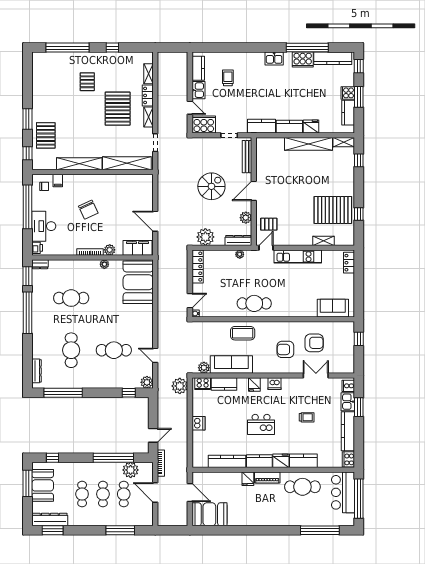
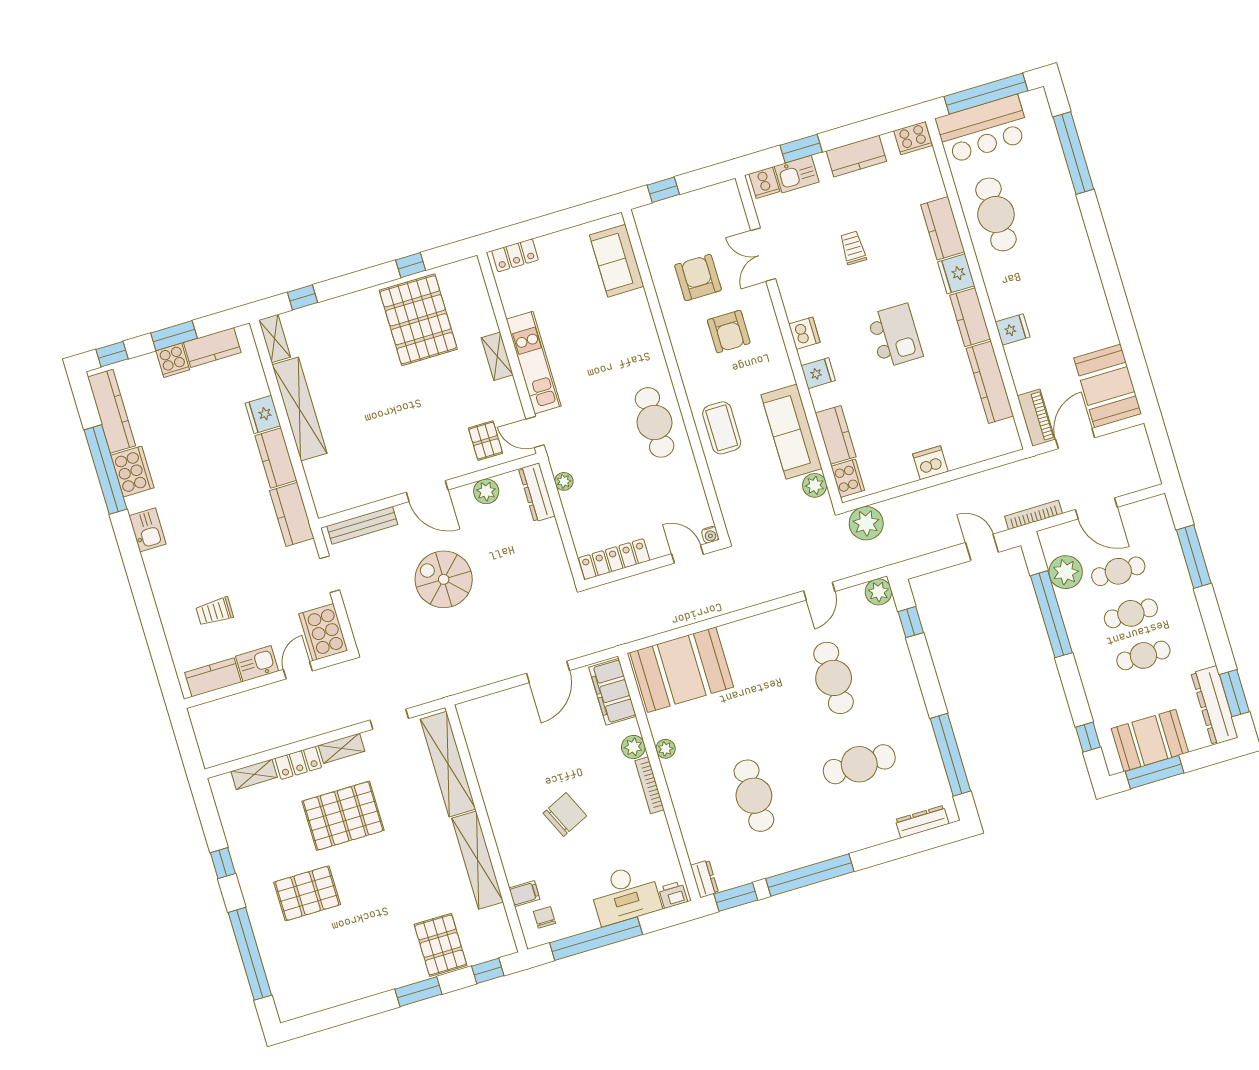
pallet: (87, 82) -> (307, 893), width x1.50, depth x1.42
pallet: (46, 135) -> (441, 945), turned 90
plant: (205, 237) -> (550, 561), removed
shelving: (323, 241) -> (497, 356), moved
kitchen counter: (348, 431) -> (856, 156), width x0.67
piano: (267, 477) -> (1036, 418), moved
door: (155, 493) -> (1096, 508), hinge flipped

